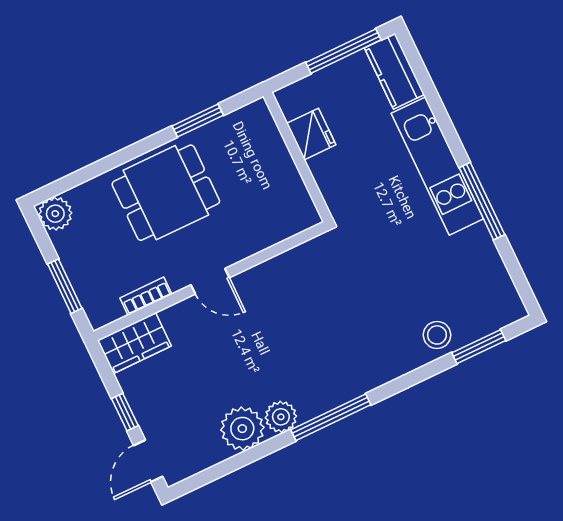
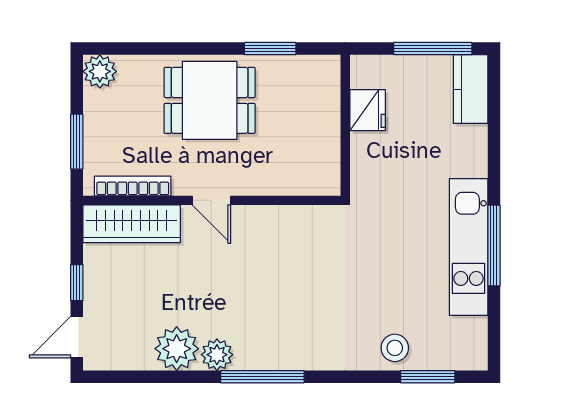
kitchen unit: (437, 166) -> (469, 247), moved
bookcase: (146, 296) -> (133, 186), width x1.56
wardrobe: (134, 343) -> (132, 224), width x1.50

